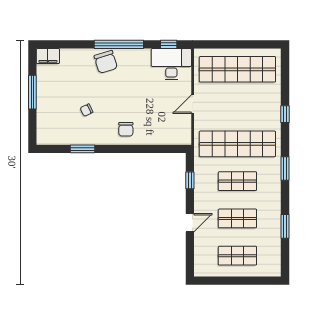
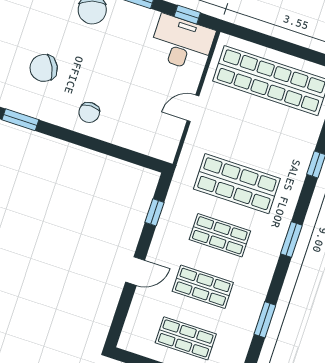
chair: (87, 110) -> (44, 68), width x1.87, depth x1.87
shop shelf: (237, 144) -> (237, 184), width x0.71

